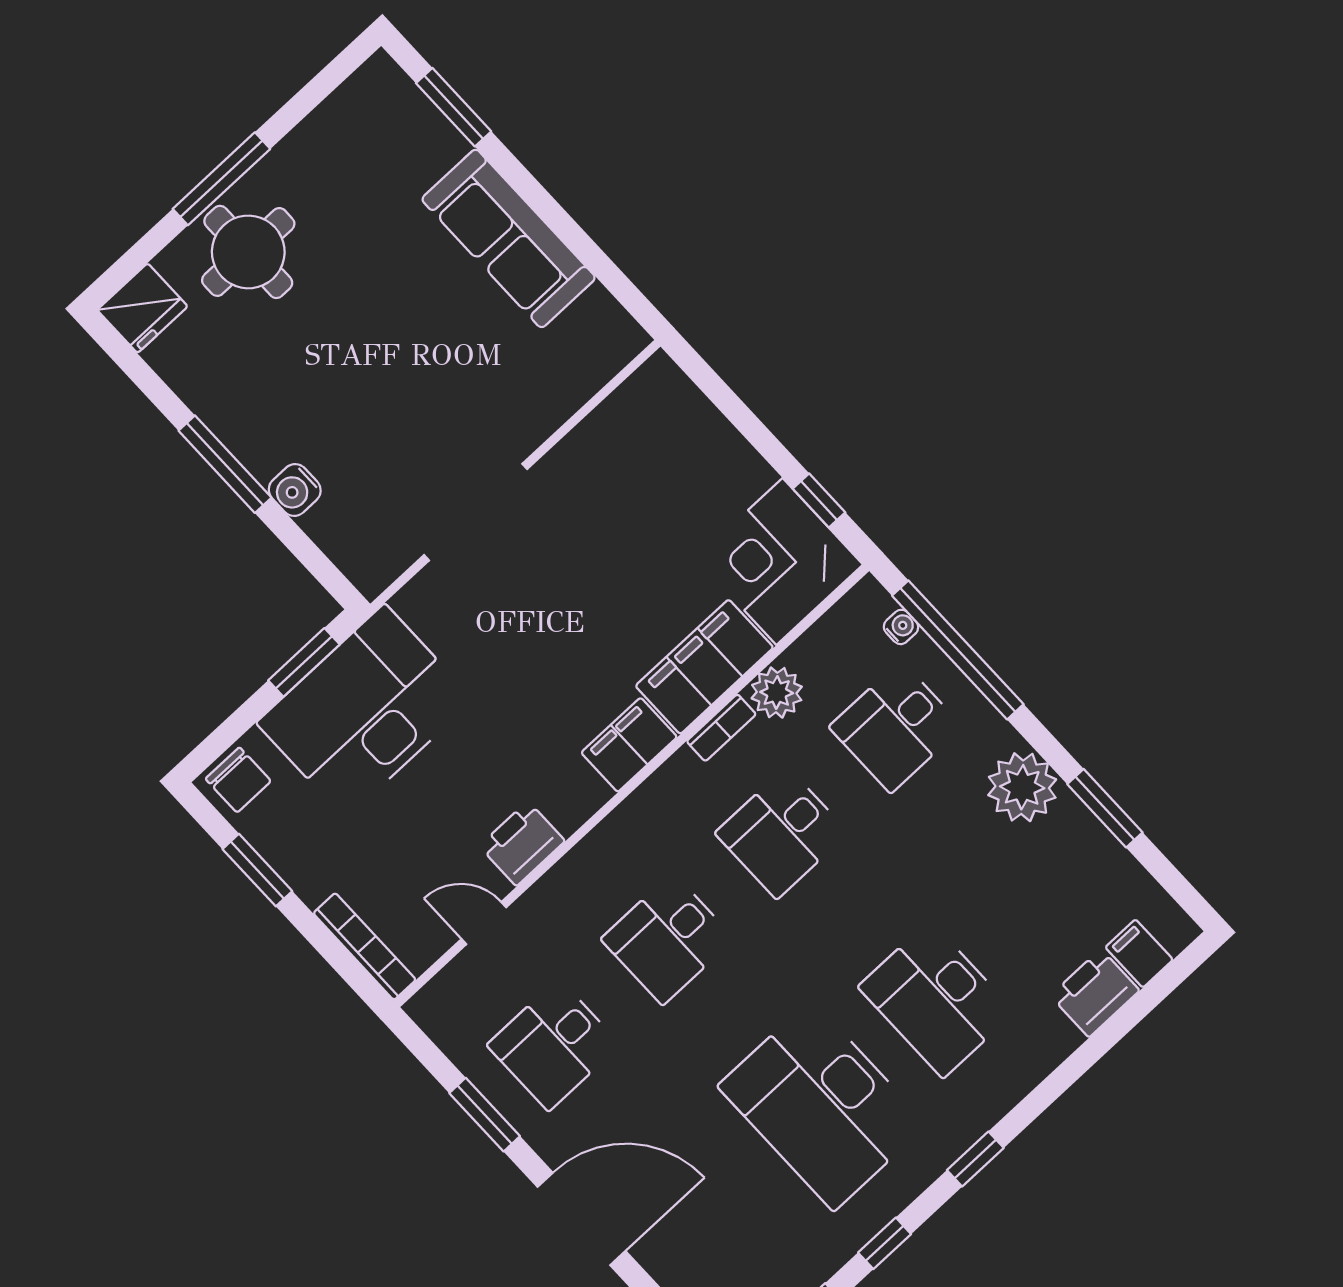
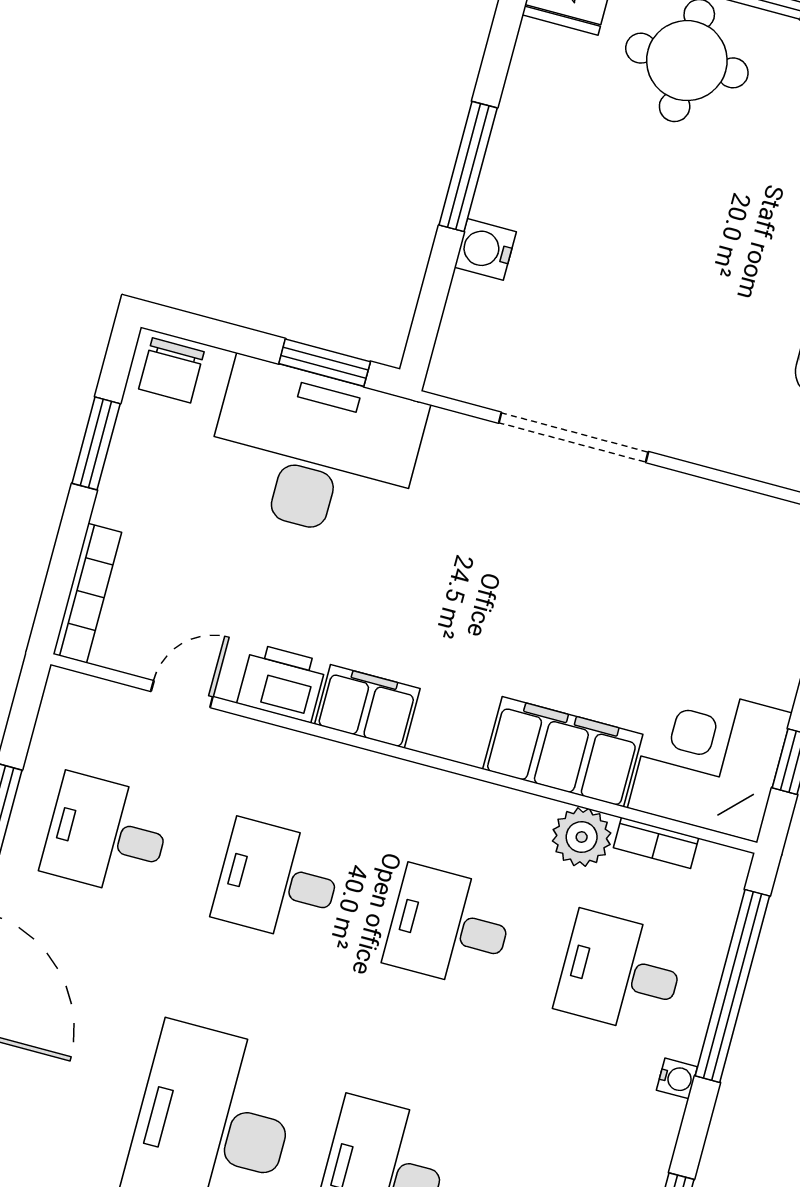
water cooler: (901, 627) -> (677, 1078), moved
bookcase: (721, 728) -> (656, 843), moved
filing cabinet: (629, 745) -> (367, 706), moved
plant: (1022, 787) -> (639, 1131), removed
door: (484, 923) -> (182, 694), hinge flipped

